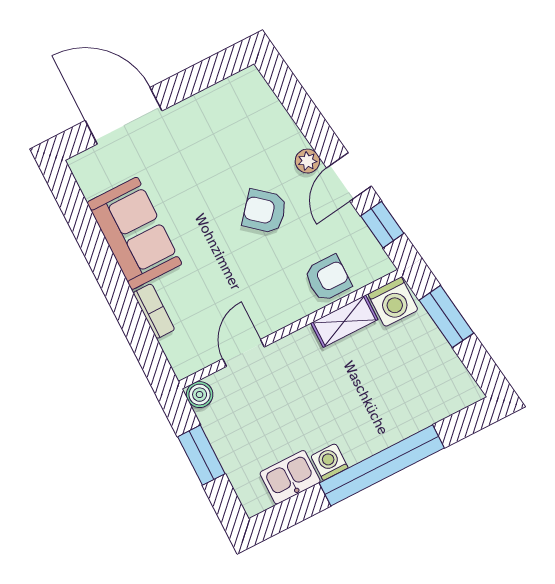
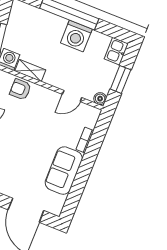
armchair: (264, 211) -> (16, 132), removed
washing machine: (329, 462) -> (76, 36), width x1.89, depth x1.89
kitchen sink: (290, 477) -> (116, 51), moved, turned 90

